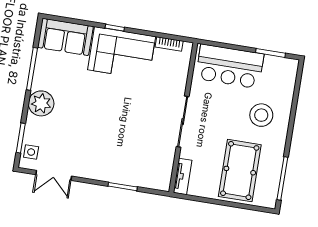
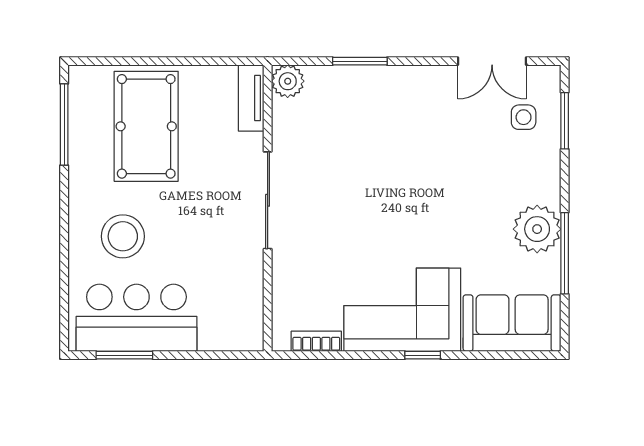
bar counter: (230, 66) -> (136, 318), moved
plant: (41, 103) -> (537, 229), moved
side table: (31, 152) -> (524, 117), moved
double door: (54, 175) -> (492, 61), swing flipped
plant: (162, 182) -> (288, 81), added

